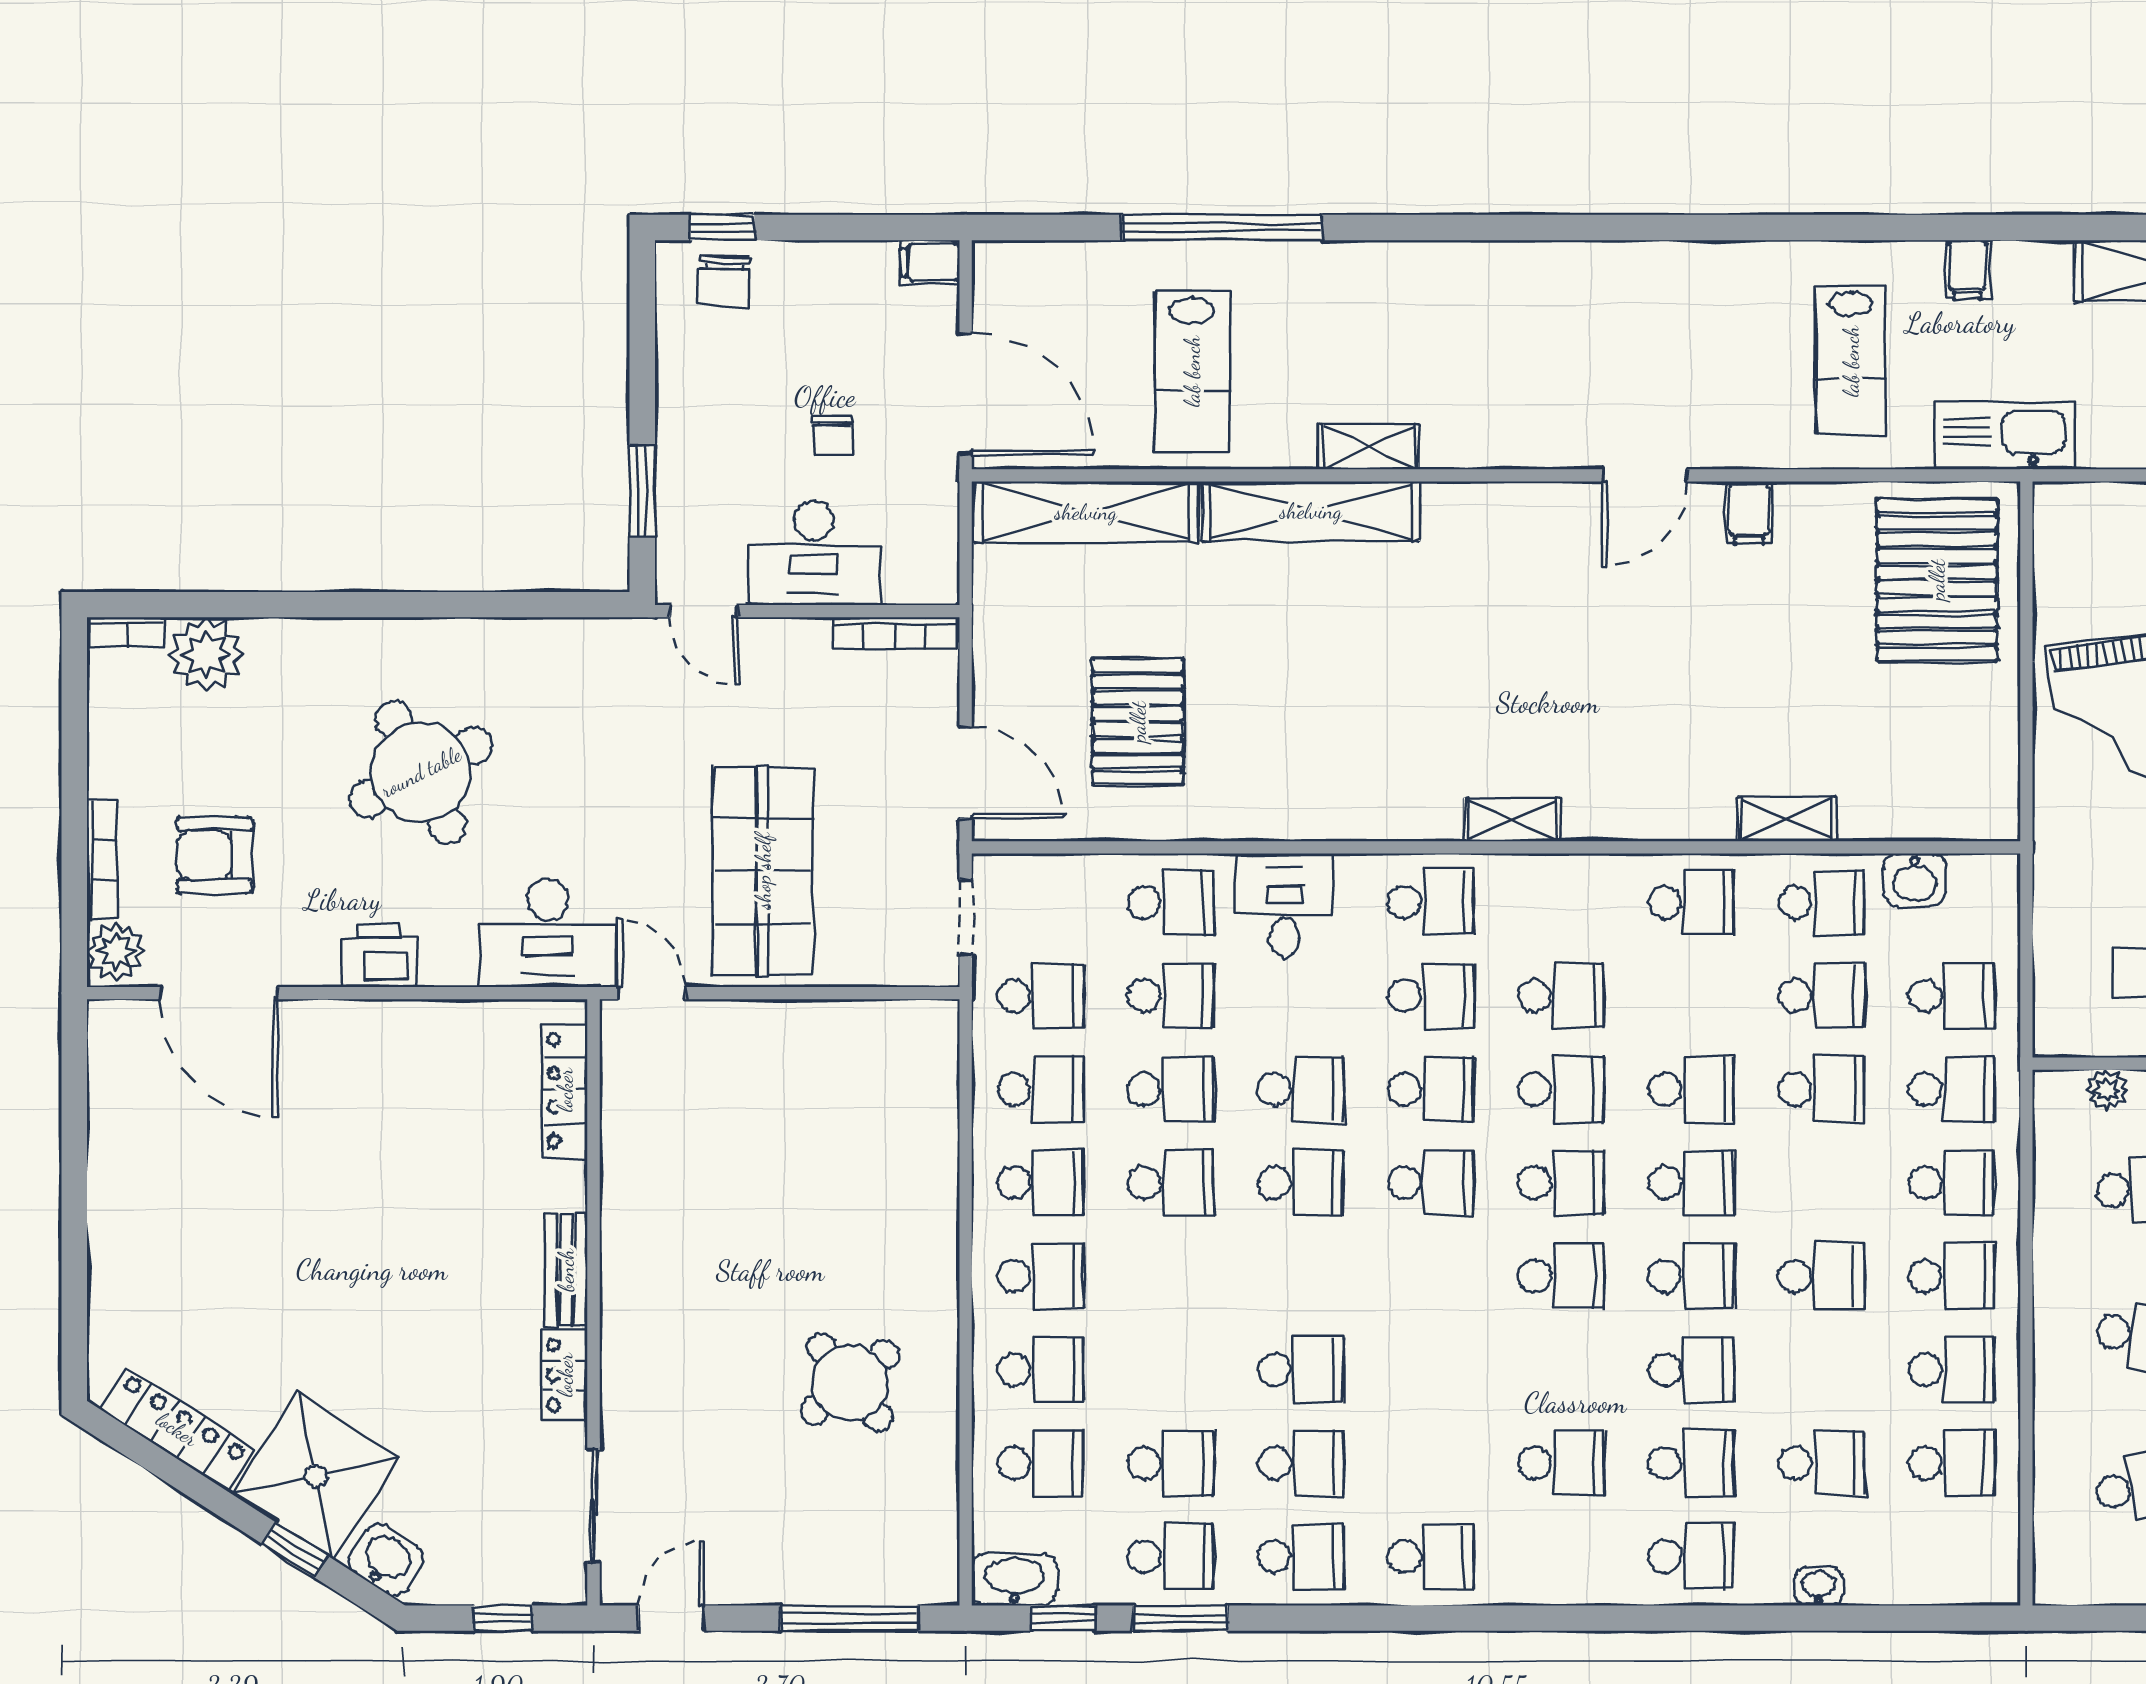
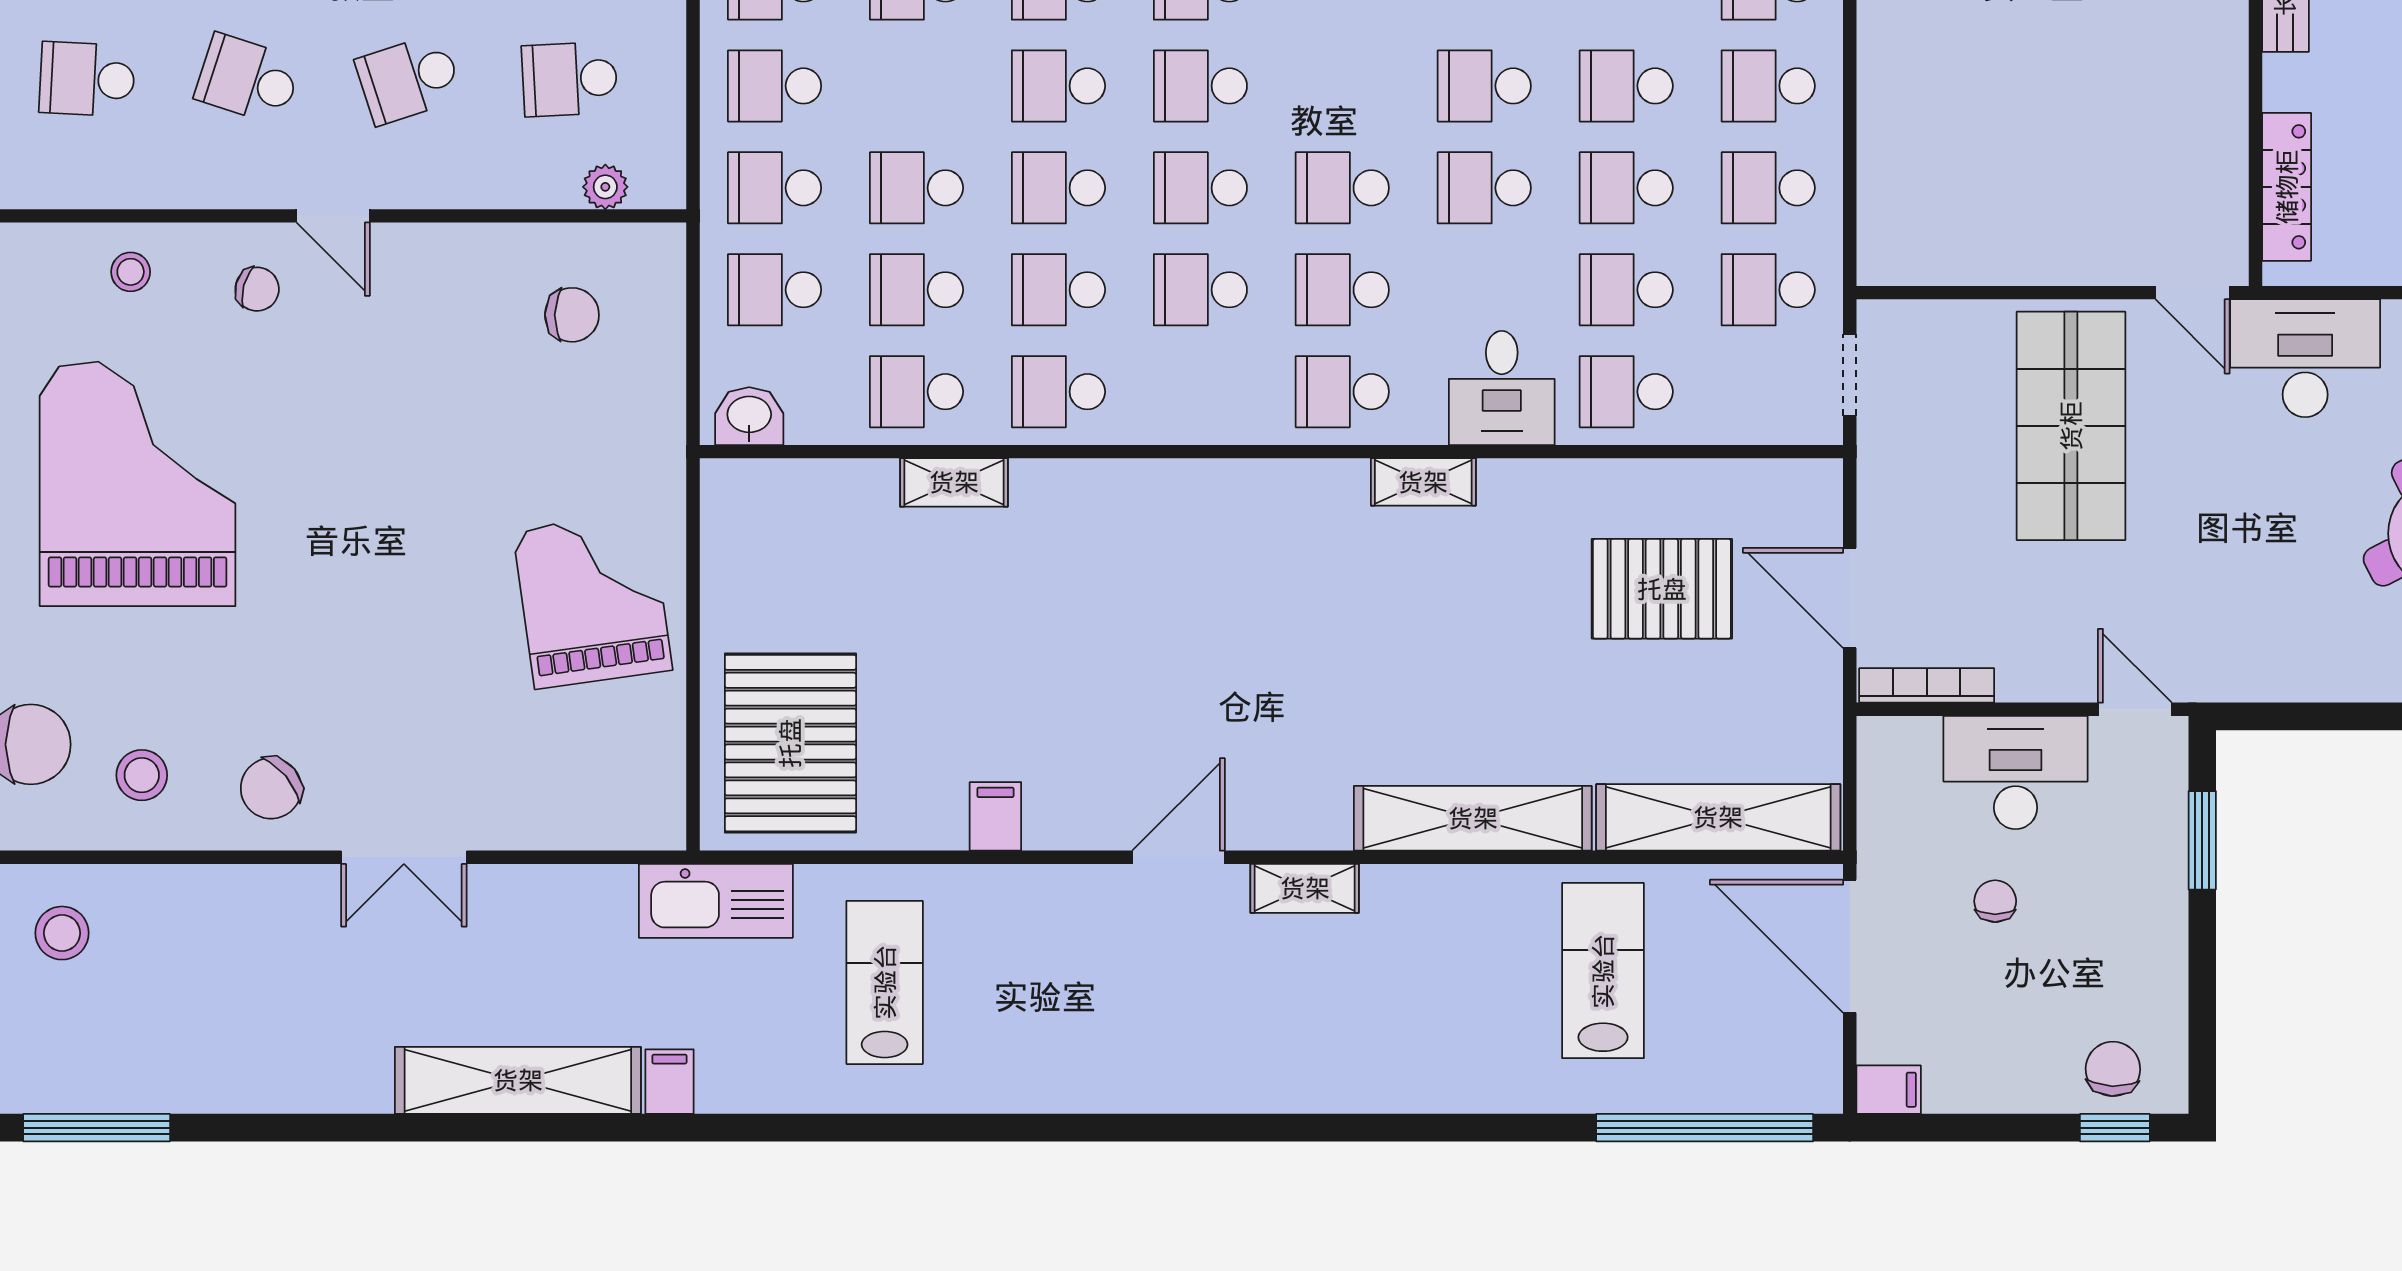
window: (1222, 228) -> (1705, 1128), moved
filing cabinet: (1967, 270) -> (669, 1082), moved
shelving: (1369, 447) -> (1305, 888), moved
door: (1645, 475) -> (1178, 857), moved
pallet: (1138, 722) -> (1662, 589), turned 90
door: (966, 773) -> (1850, 598), moved
shelving: (1512, 820) -> (1423, 482), moved
washbasin: (1915, 880) -> (749, 416), moved
school desk: (1431, 1183) -> (1058, 290), moved

